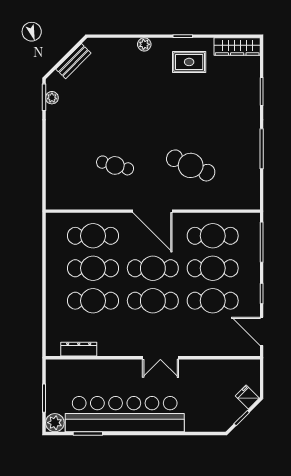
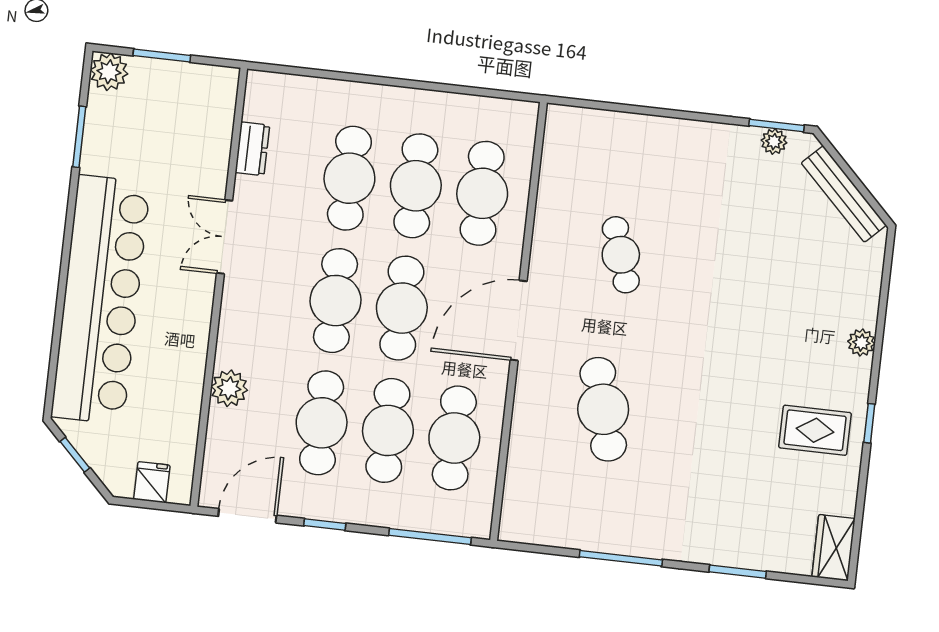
wardrobe: (237, 47) -> (833, 548), width x0.67
bench: (73, 61) -> (844, 194), width x1.36
rug: (189, 62) -> (815, 430), turned 90
cafe table: (115, 165) -> (621, 255), turned -33
cafe table: (191, 165) -> (603, 409), turned -39
plant: (201, 347) -> (229, 388), added
dresser: (79, 349) -> (252, 149), width x0.70
double door: (160, 358) -> (225, 237), moved
fridge: (247, 397) -> (152, 482), moved, turned -45
bar counter: (125, 414) -> (101, 300), moved

